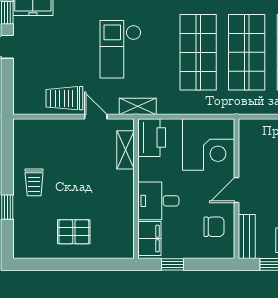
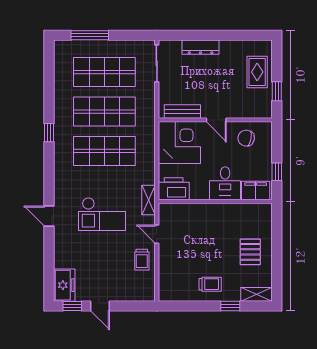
trolley: (64, 98) -> (142, 260), width x0.73, depth x0.72
door: (96, 117) -> (157, 234), hinge flipped
shelving: (125, 150) -> (256, 294), moved
chair: (214, 227) -> (246, 138), turned -79
bench: (247, 237) -> (182, 111), moved

